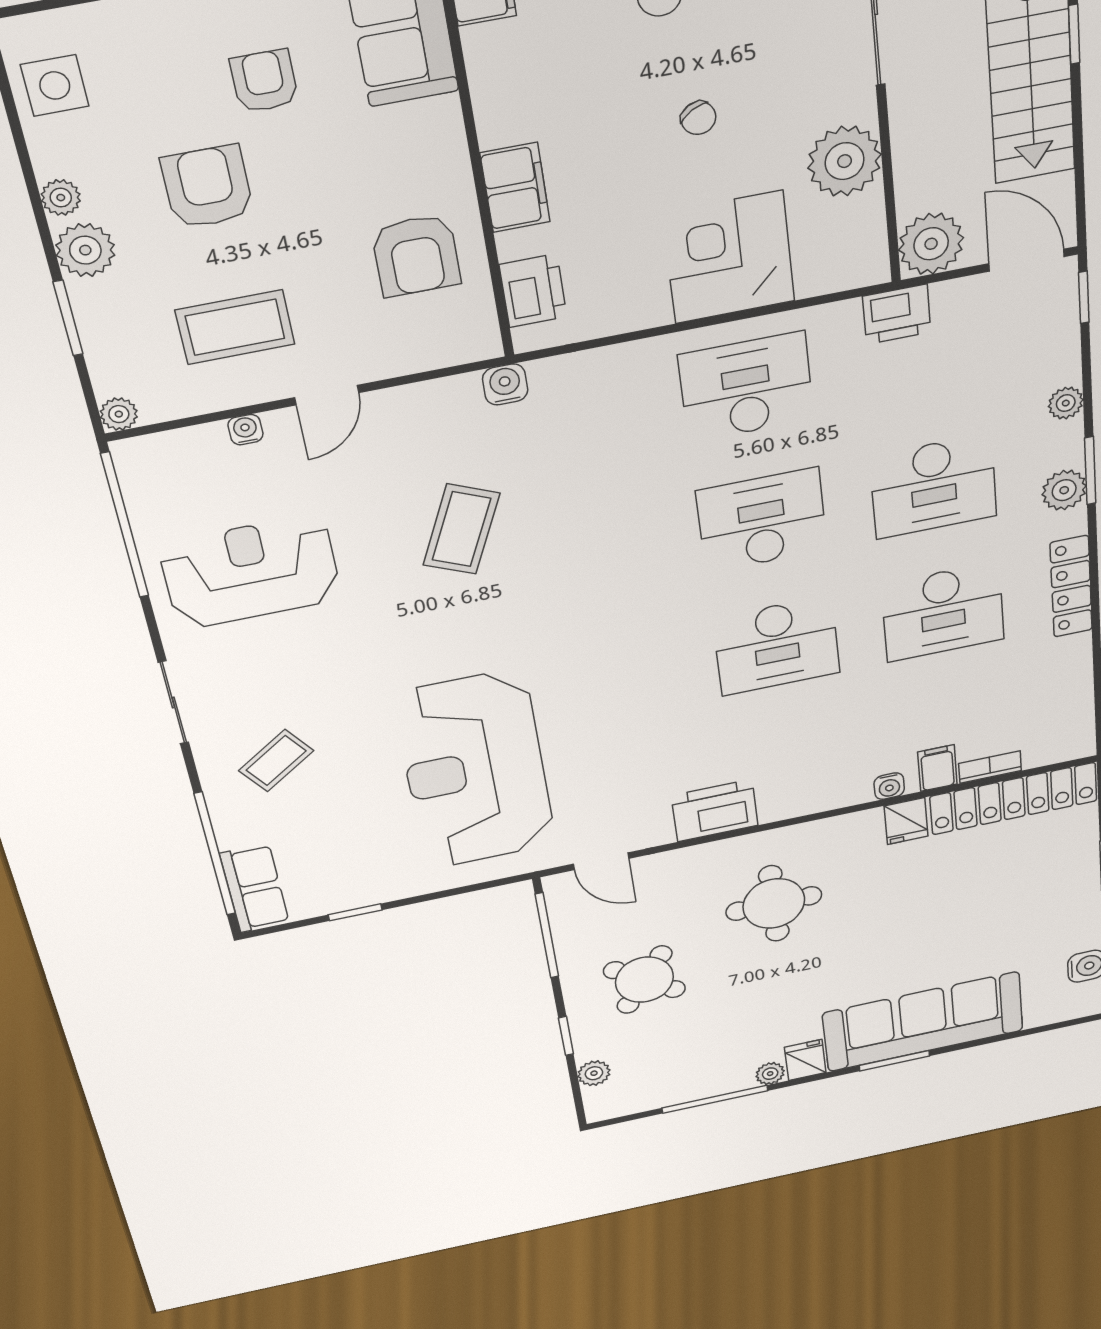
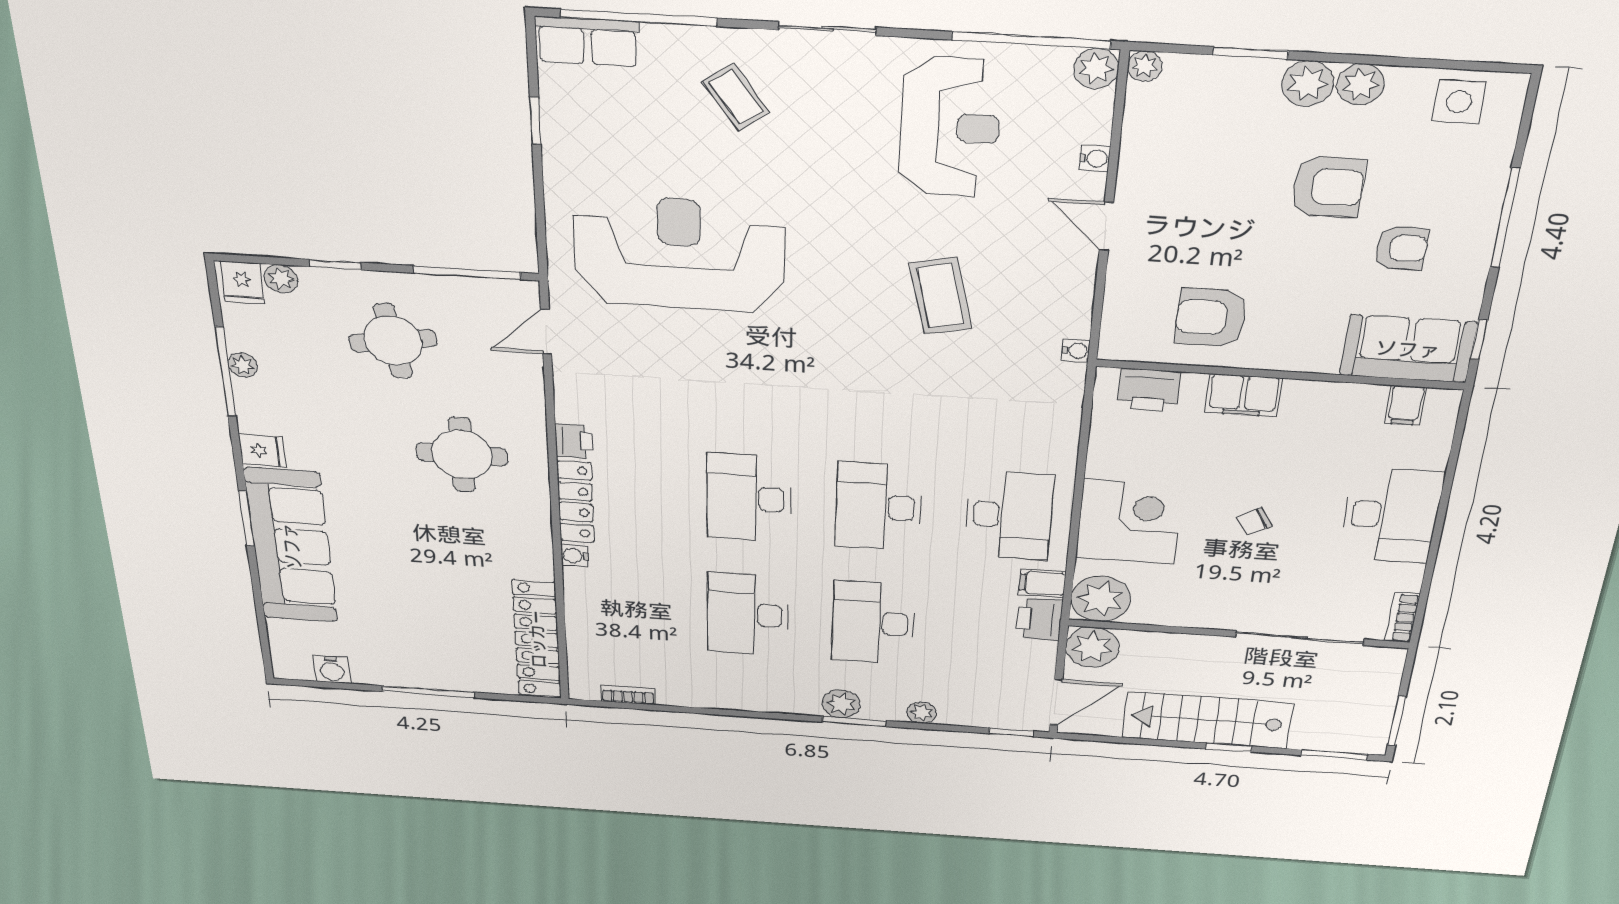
plant: (845, 161) -> (1101, 599), moved
plant: (61, 198) -> (1361, 84), width x1.38, depth x1.38
coffee table: (235, 327) -> (1195, 175), removed
water cooler: (505, 384) -> (1076, 351), width x0.72, depth x0.72
plant: (137, 458) -> (1096, 68), added
desk: (762, 520) -> (878, 507), turned 180
coffee table: (461, 529) -> (941, 296), turned 53
locker: (1071, 587) -> (576, 502), moved, turned 90
bookcase: (990, 767) -> (628, 695), moved, turned -90
filing cabinet: (937, 768) -> (1042, 583), moved, turned 180
printer: (715, 811) -> (574, 441), width x0.53, depth x0.68
fridge: (906, 821) -> (242, 283), moved, turned -90
round table: (644, 980) -> (393, 341), turned 45
plant: (770, 1074) -> (243, 365), moved

